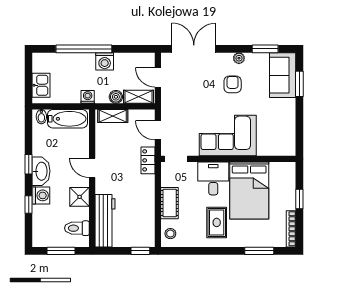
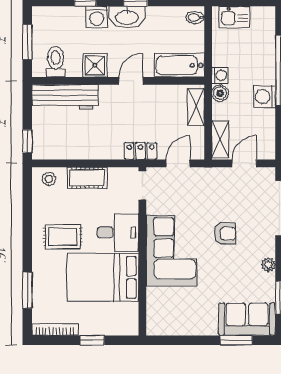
armchair: (233, 84) -> (225, 234), moved
boiler: (116, 97) -> (220, 93), moved
bathtub: (67, 119) -> (179, 65), moved, turned 90

